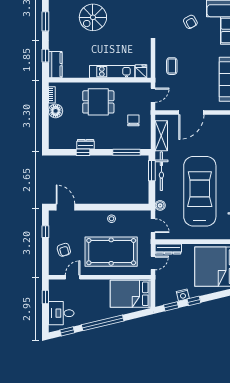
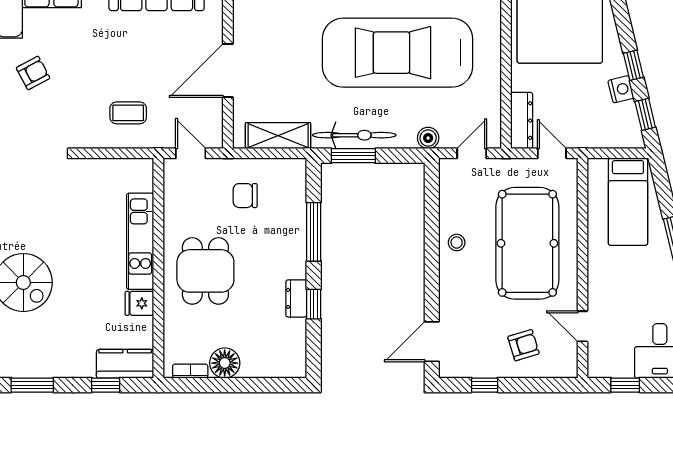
fridge: (141, 71) -> (139, 303), moved
door: (191, 112) -> (228, 71), swing flipped
window: (127, 152) -> (314, 232), moved
bed: (131, 294) -> (628, 202), width x0.67

